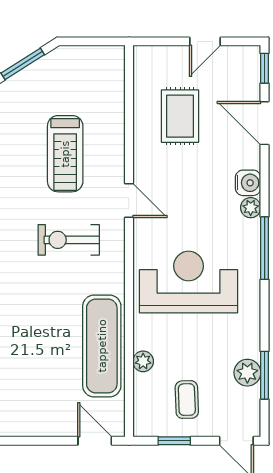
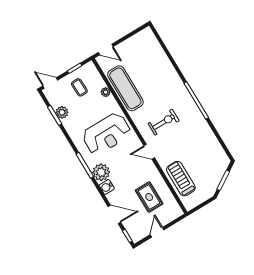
treadmill: (65, 154) -> (181, 179), moved
plant: (251, 208) -> (101, 172), width x1.88, depth x1.88

